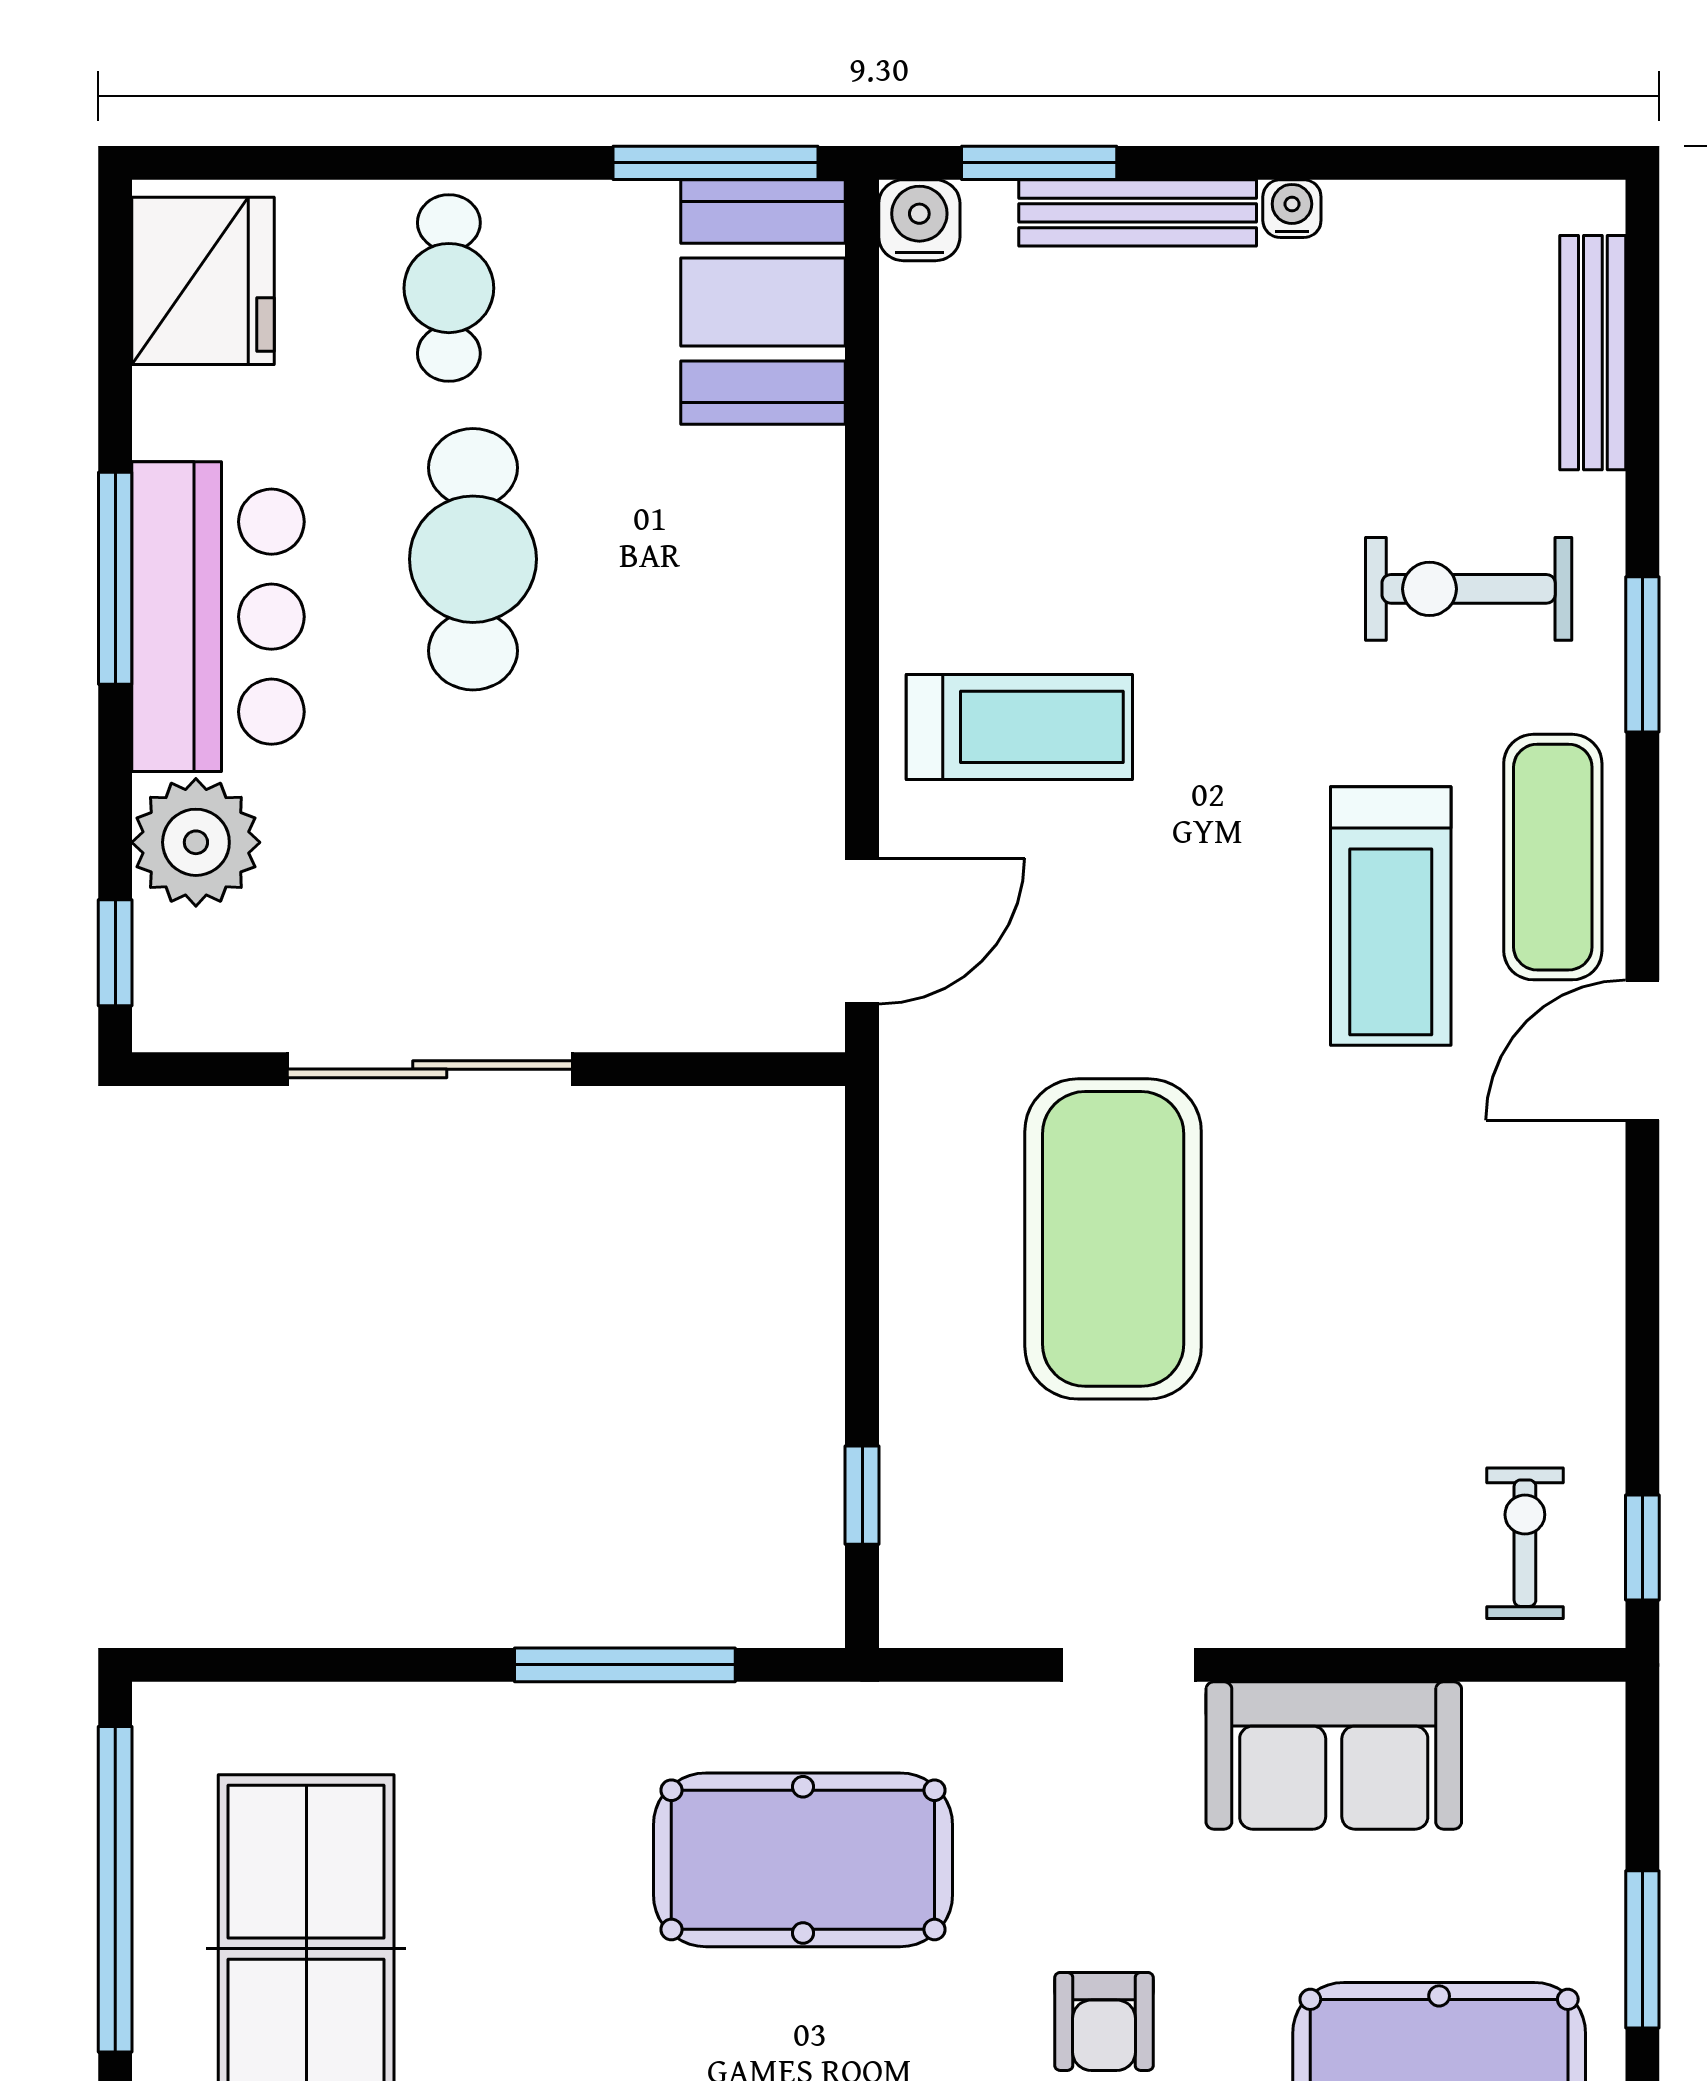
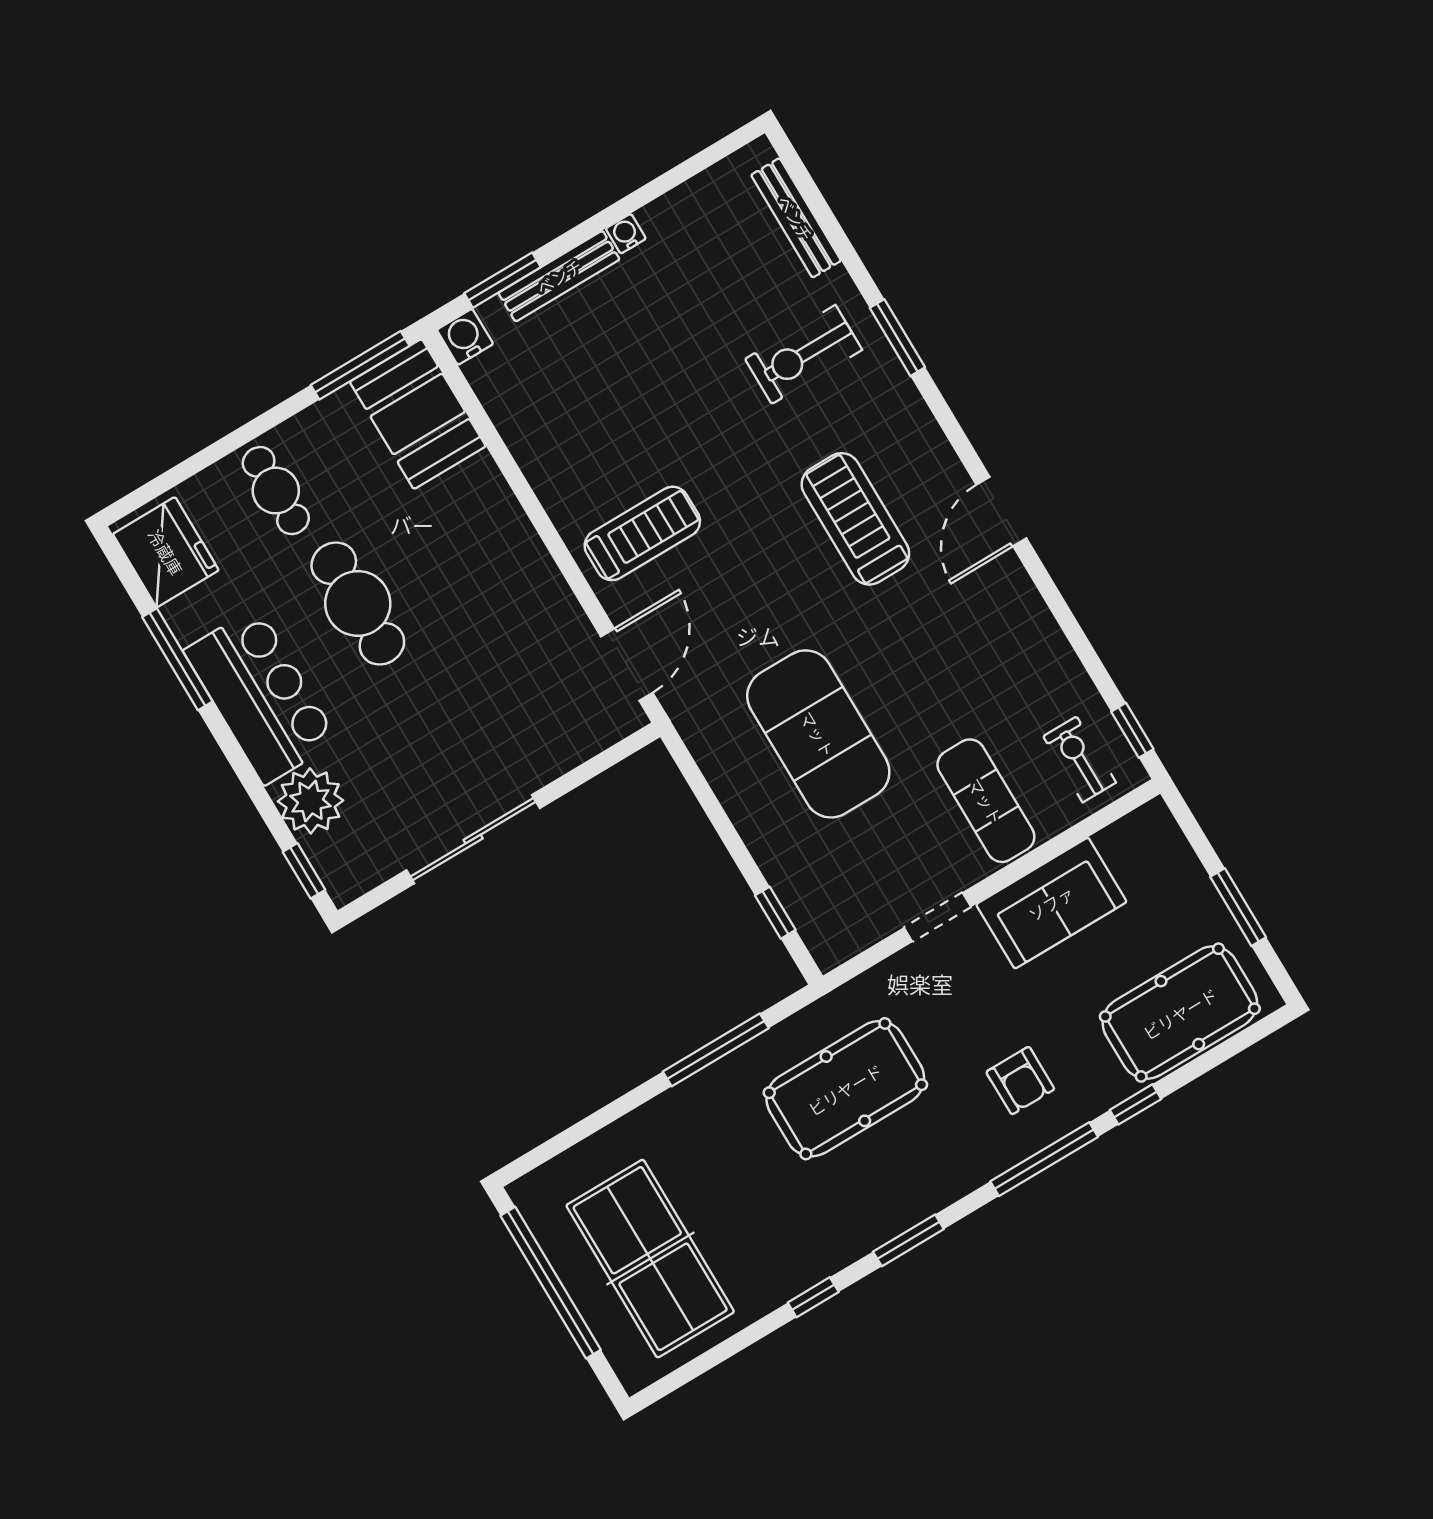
window: (115, 578) -> (177, 659), moved
exercise mat: (1553, 857) -> (986, 801), moved
treadmill: (1391, 916) -> (855, 519), turned 180

